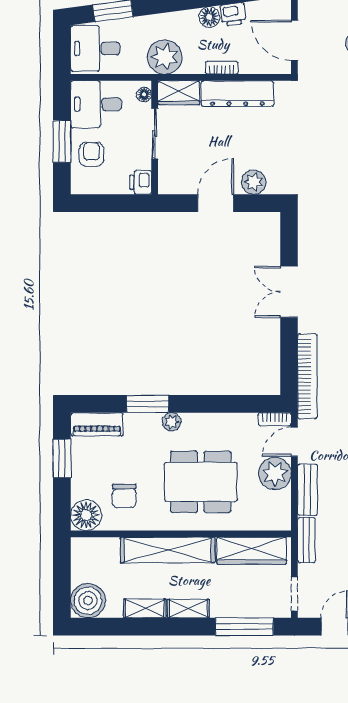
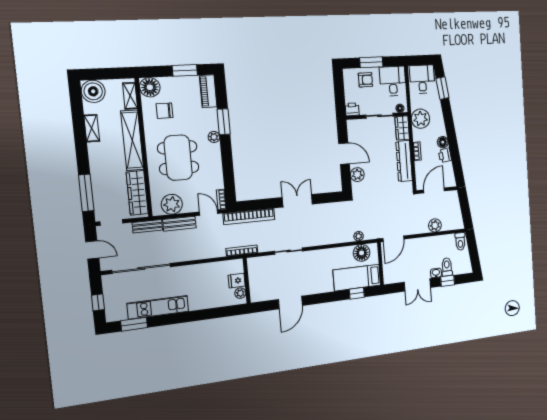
plant: (275, 474) -> (172, 204), moved
shelving: (188, 609) -> (130, 96), moved

